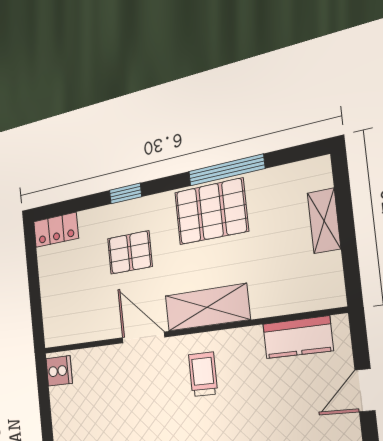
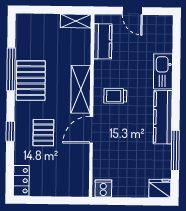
shelving: (324, 221) -> (76, 21), moved

